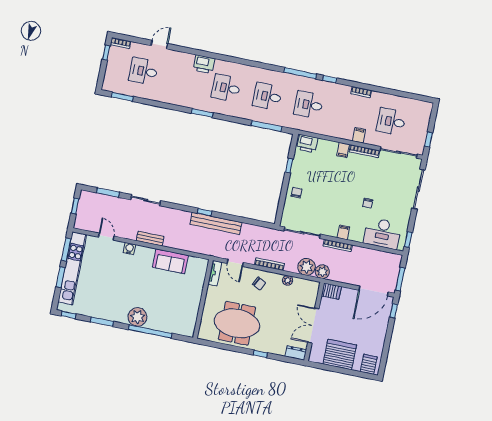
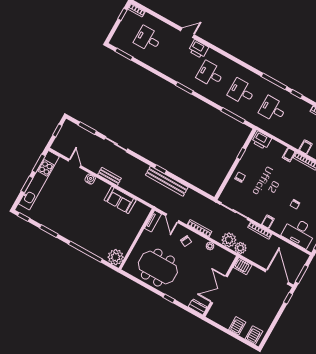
door: (159, 45) -> (187, 33), moved
door: (374, 291) -> (277, 277), swing flipped
plant: (137, 317) -> (116, 257), moved
server rack: (340, 355) -> (237, 326), width x0.46, depth x0.70

